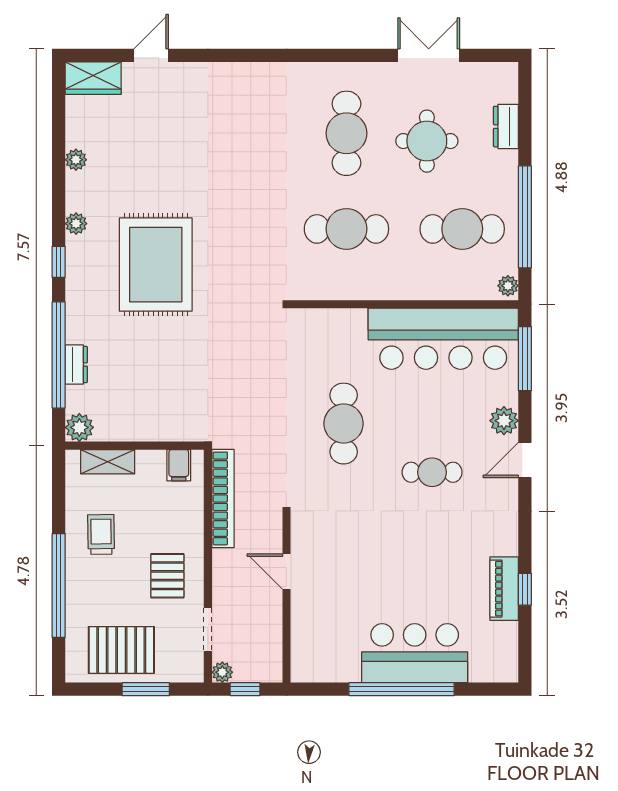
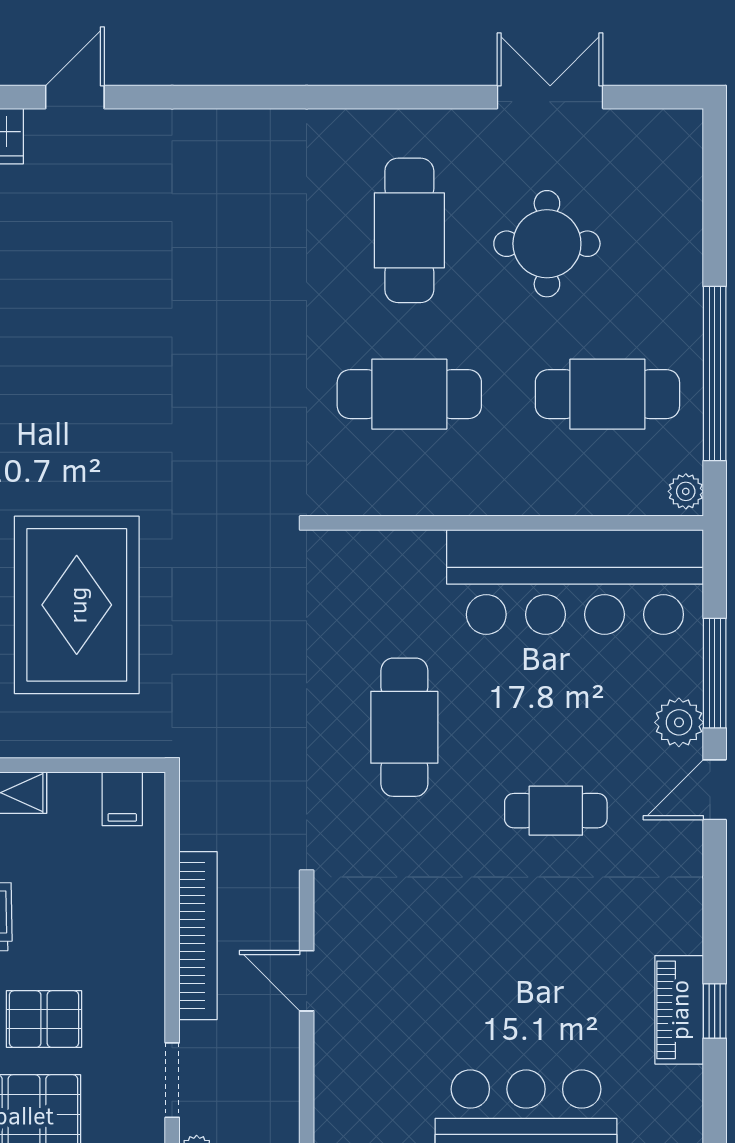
dresser: (506, 127) -> (682, 219), removed
rug: (156, 265) -> (77, 605), moved
window: (525, 359) -> (715, 673), moved
bookcase: (223, 498) -> (198, 936), moved
pallet: (167, 576) -> (44, 1019), moved, turned 90

